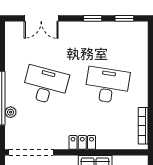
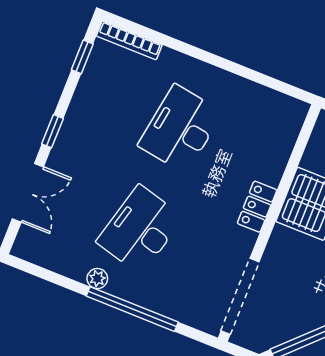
window: (93, 18) -> (52, 131), moved
plant: (11, 112) -> (97, 279), moved
bookcase: (143, 126) -> (129, 40), moved

